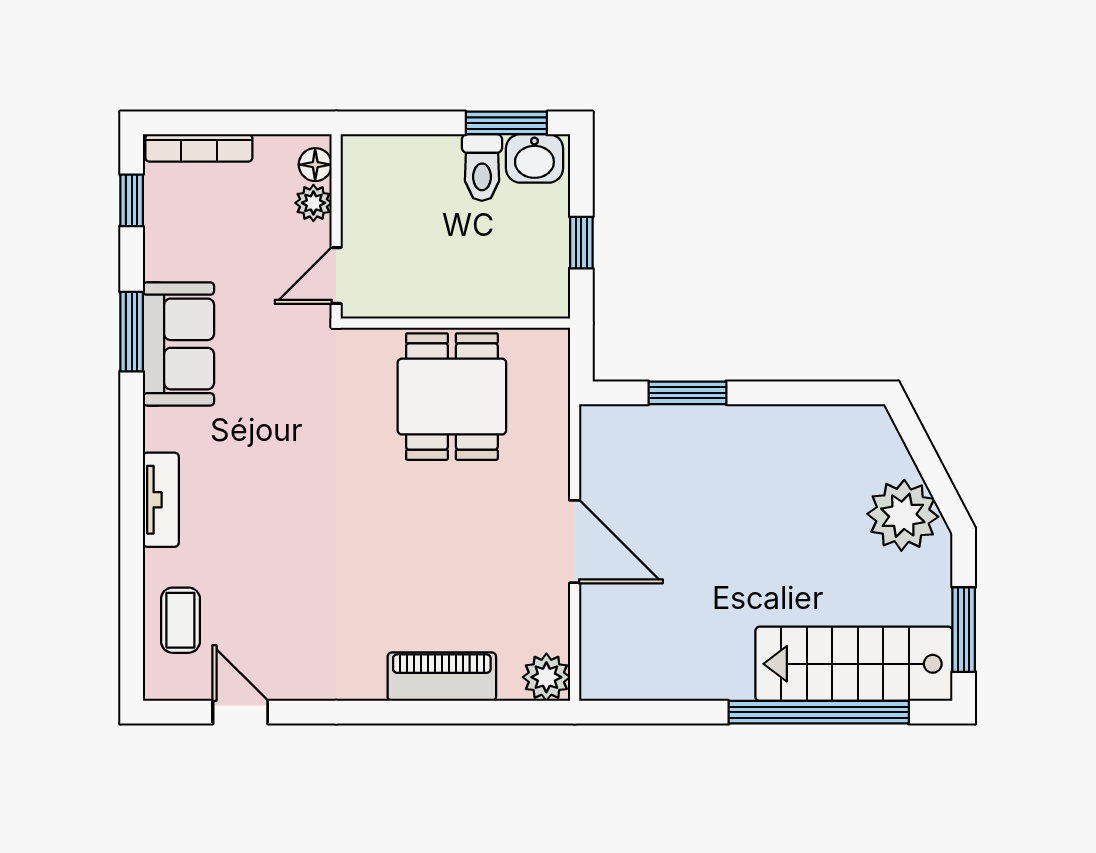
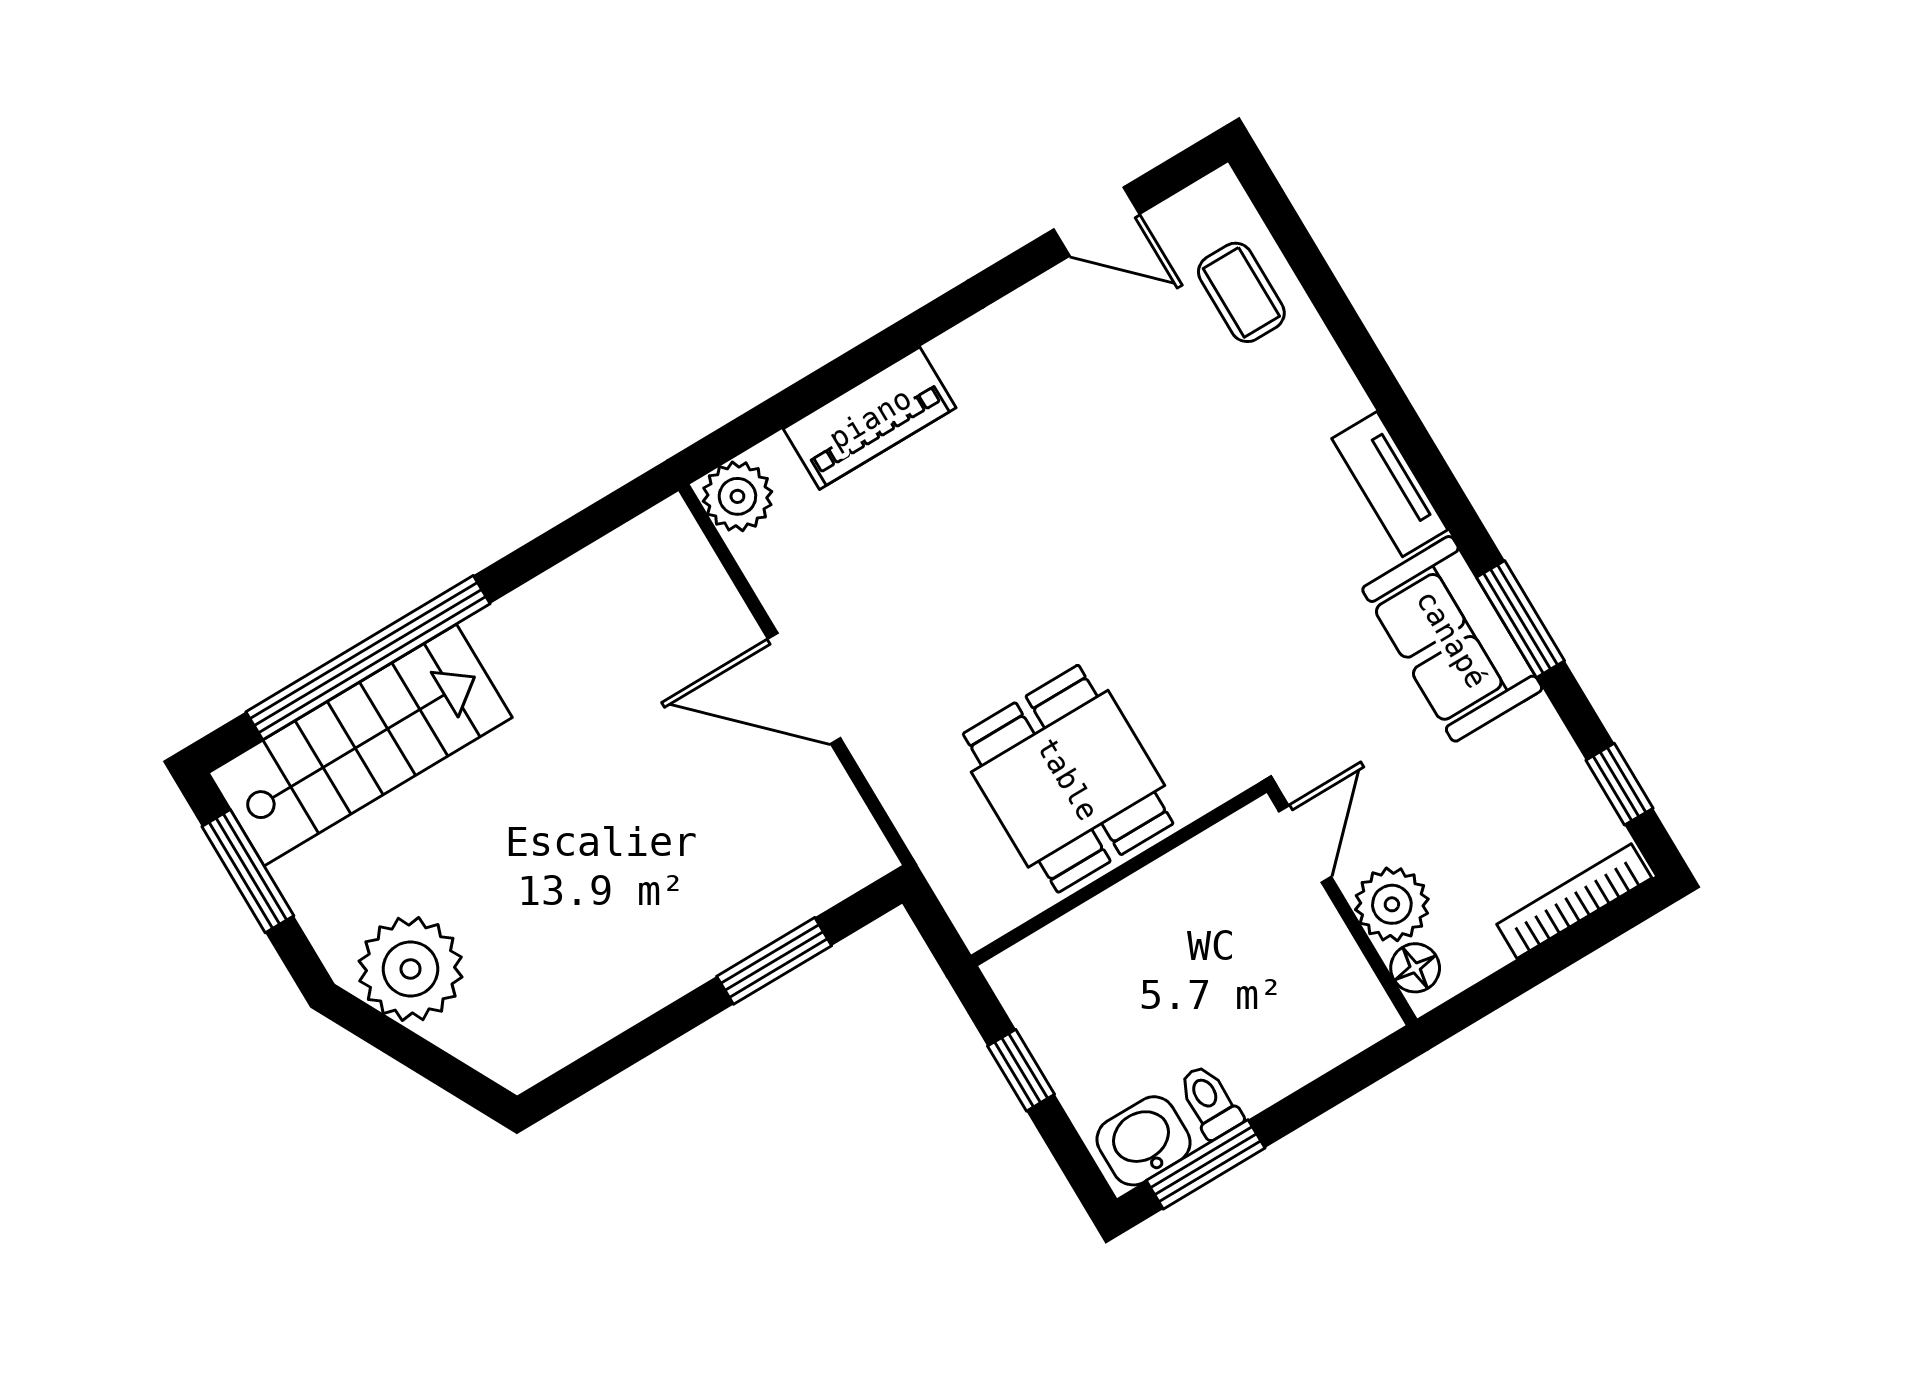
toilet: (482, 168) -> (1210, 1102), width x0.73, depth x0.72
plant: (313, 203) -> (1392, 904), width x1.38, depth x1.38
tv unit: (161, 500) -> (1390, 484), moved

